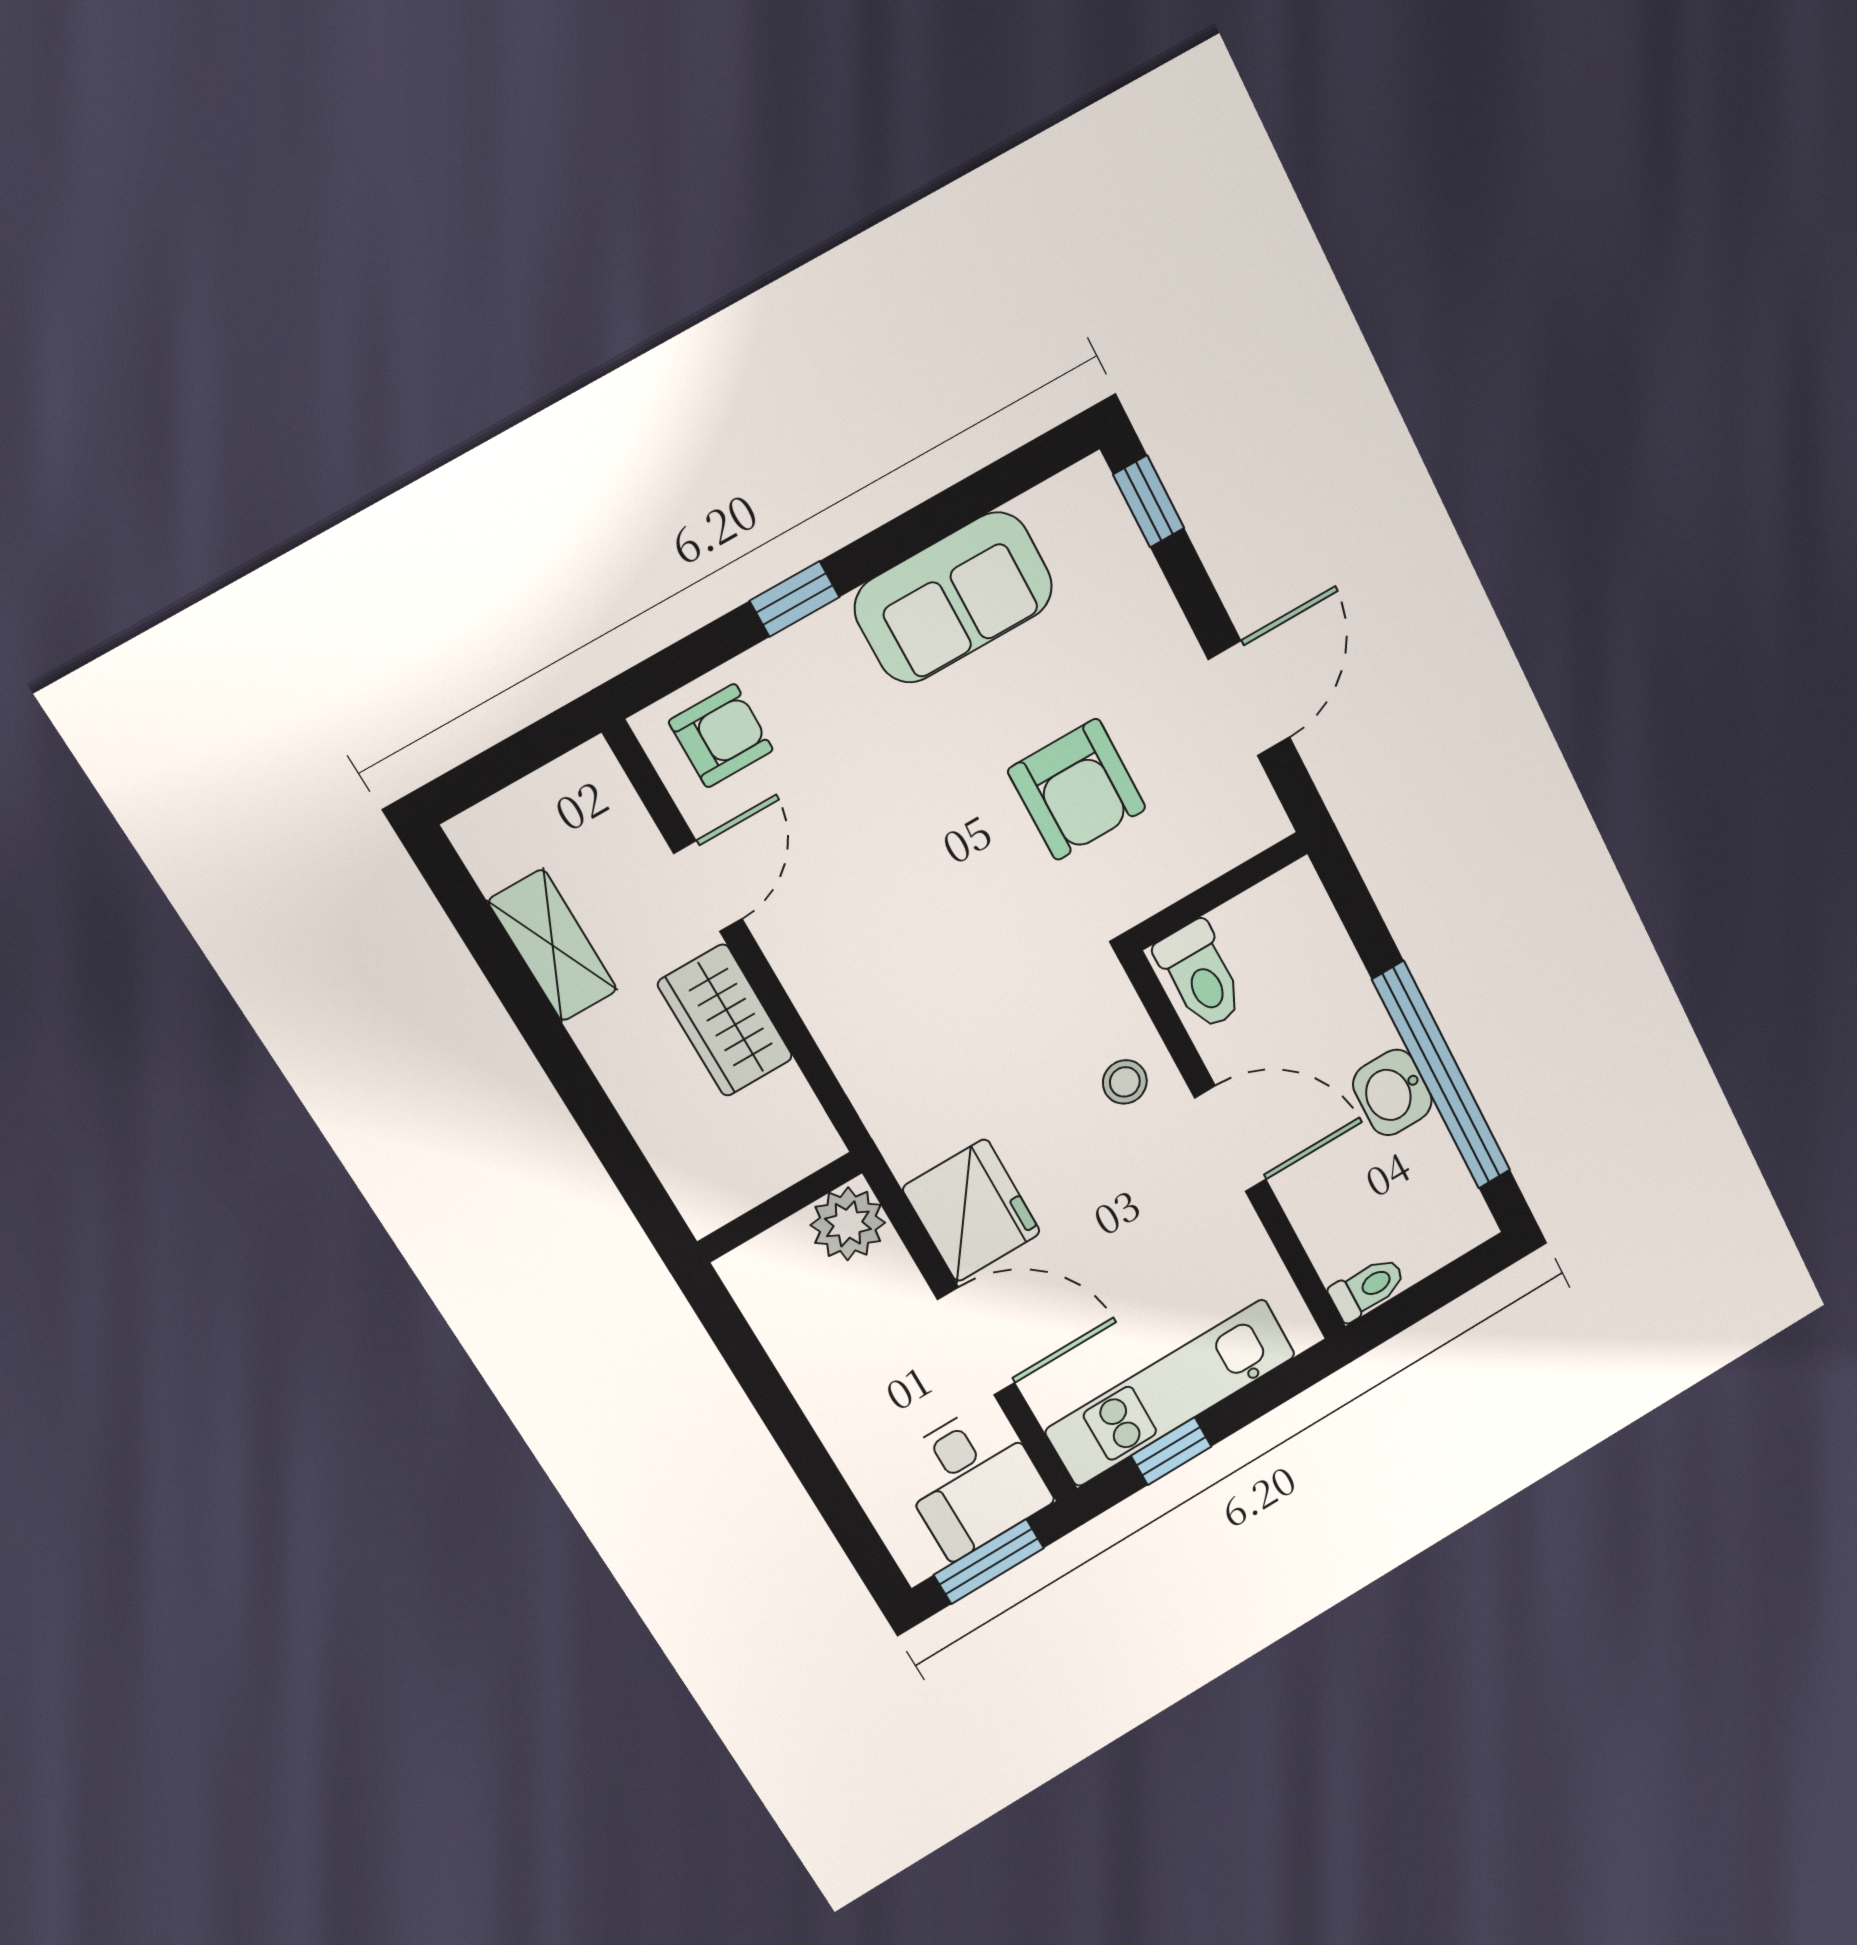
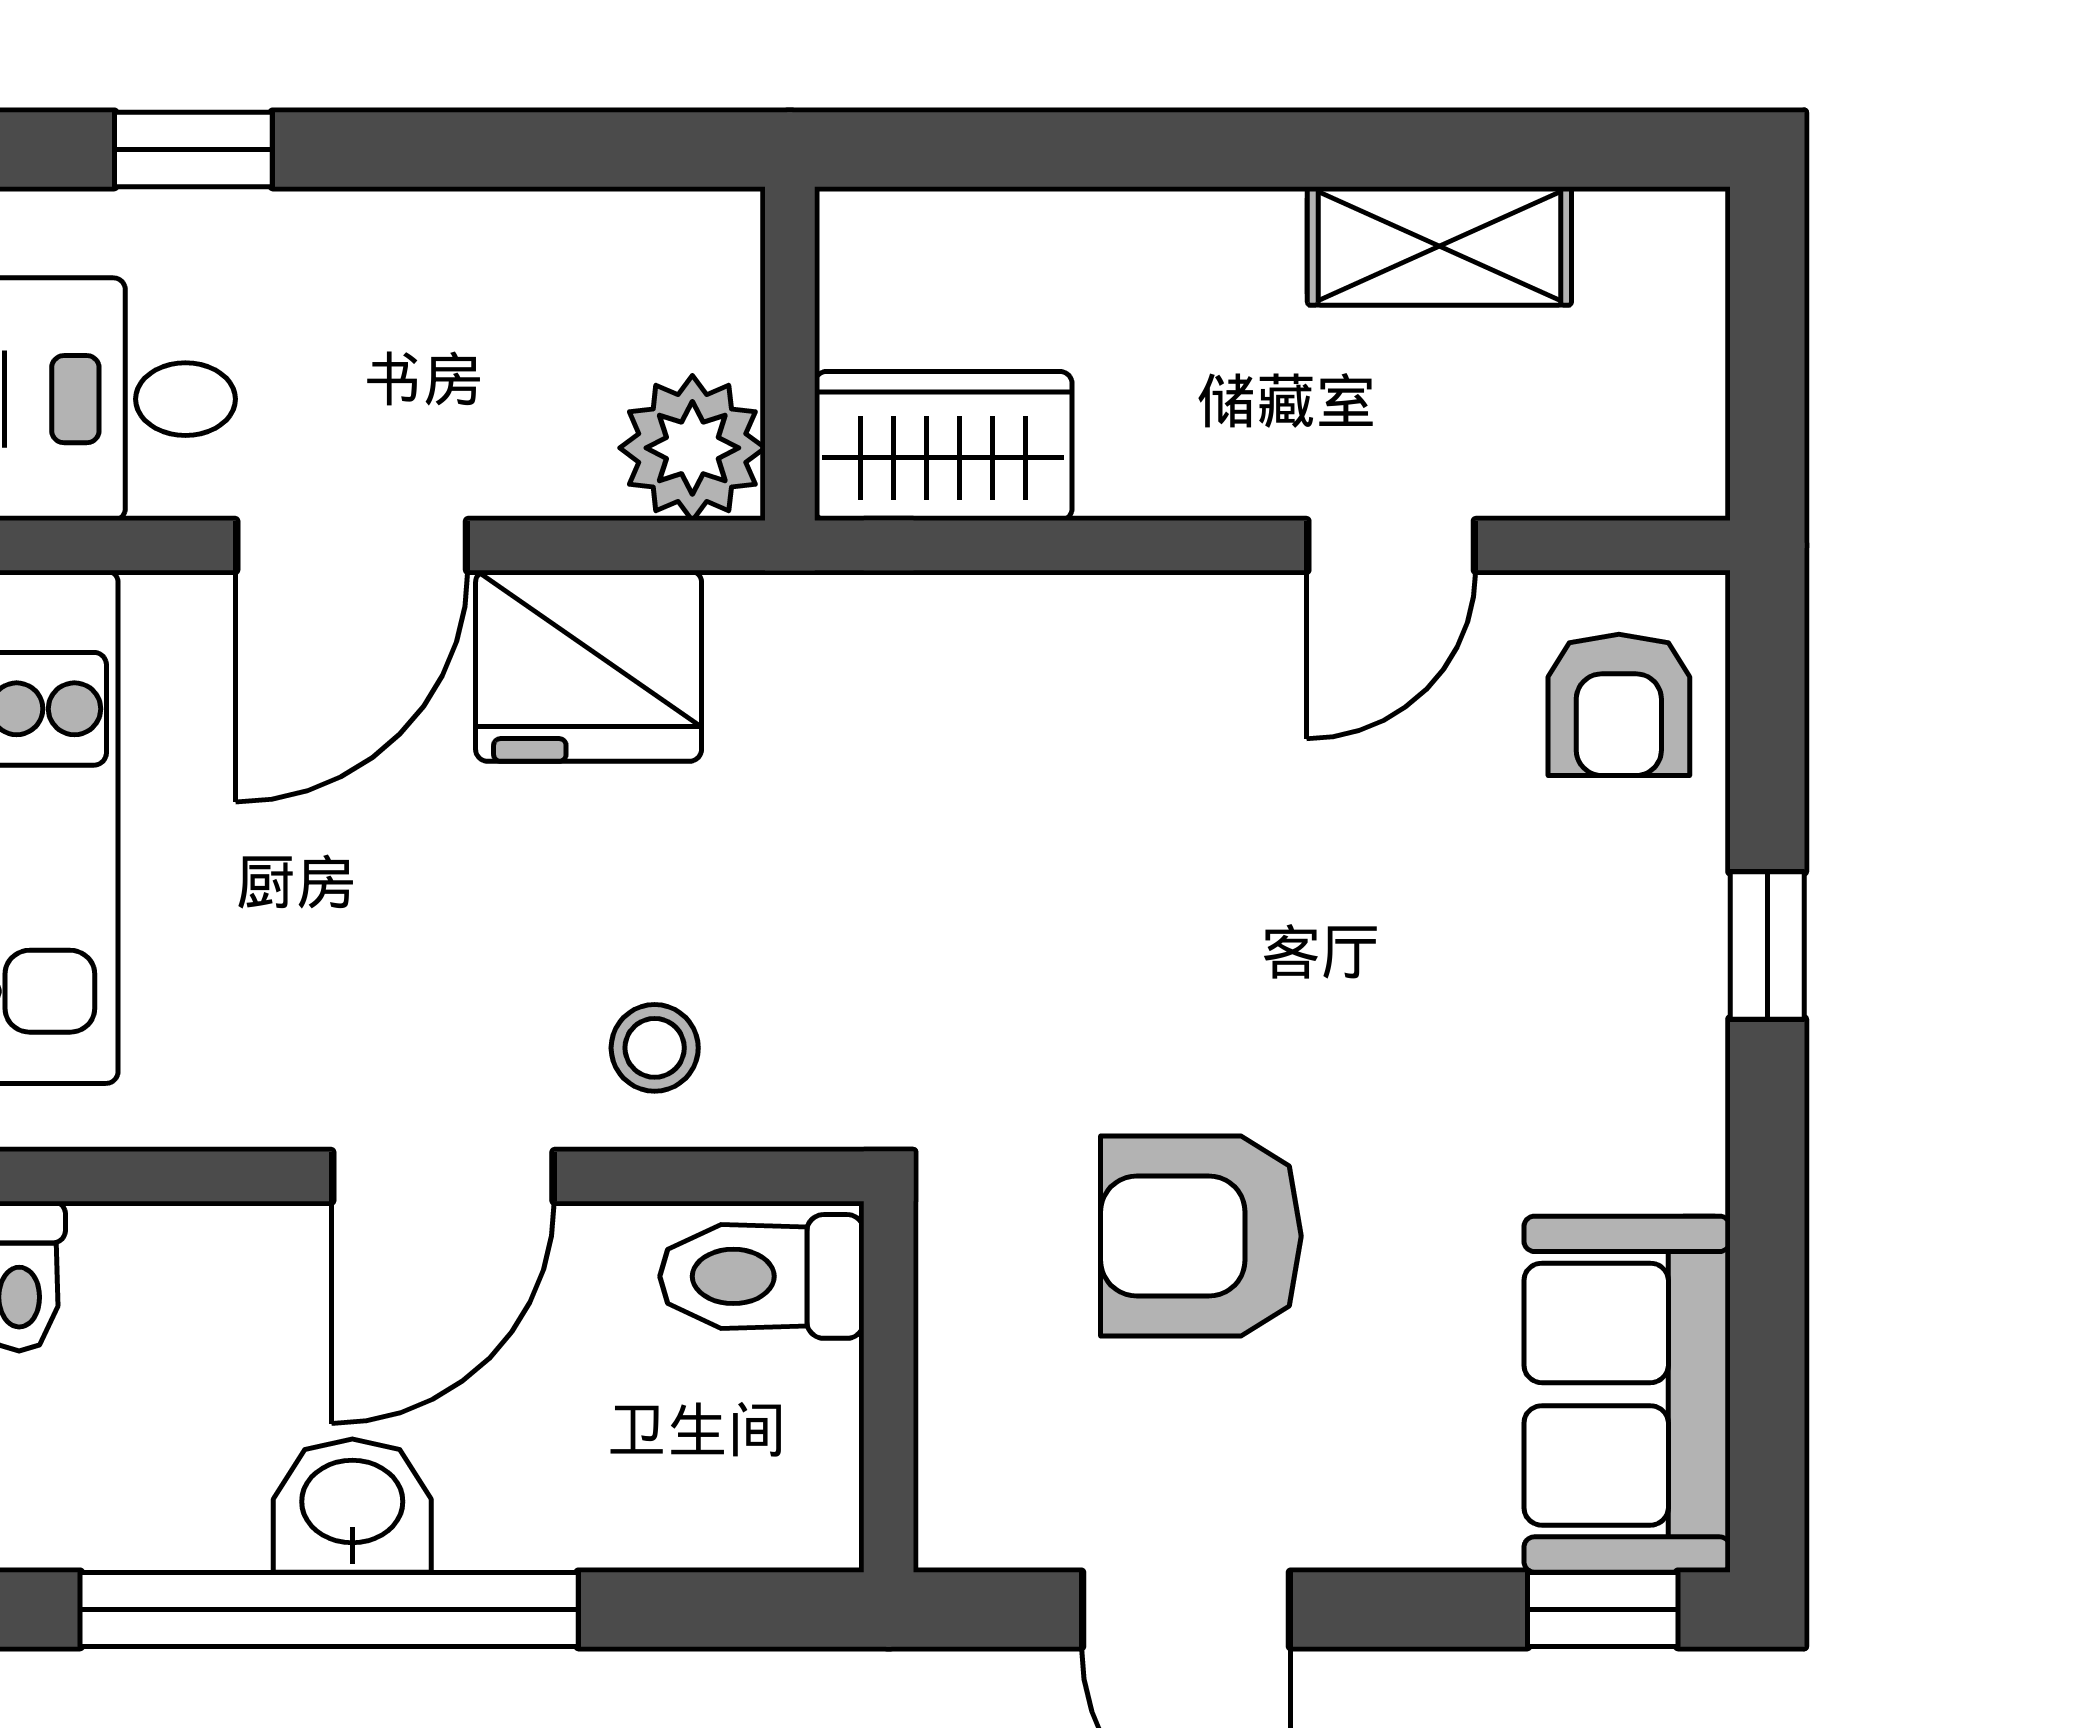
sofa: (954, 598) -> (1627, 1394), moved
door: (708, 886) -> (1391, 545), hinge flipped
wardrobe: (725, 1020) -> (943, 446), moved
window: (841, 1510) -> (193, 149), added

